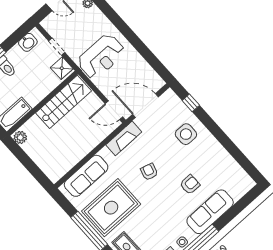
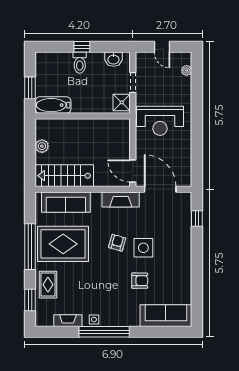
stairs: (63, 102) -> (64, 176), moved, turned 180
side table: (186, 134) -> (143, 248), moved
plant: (20, 137) -> (42, 146), moved
sofa: (210, 212) -> (166, 316), moved

